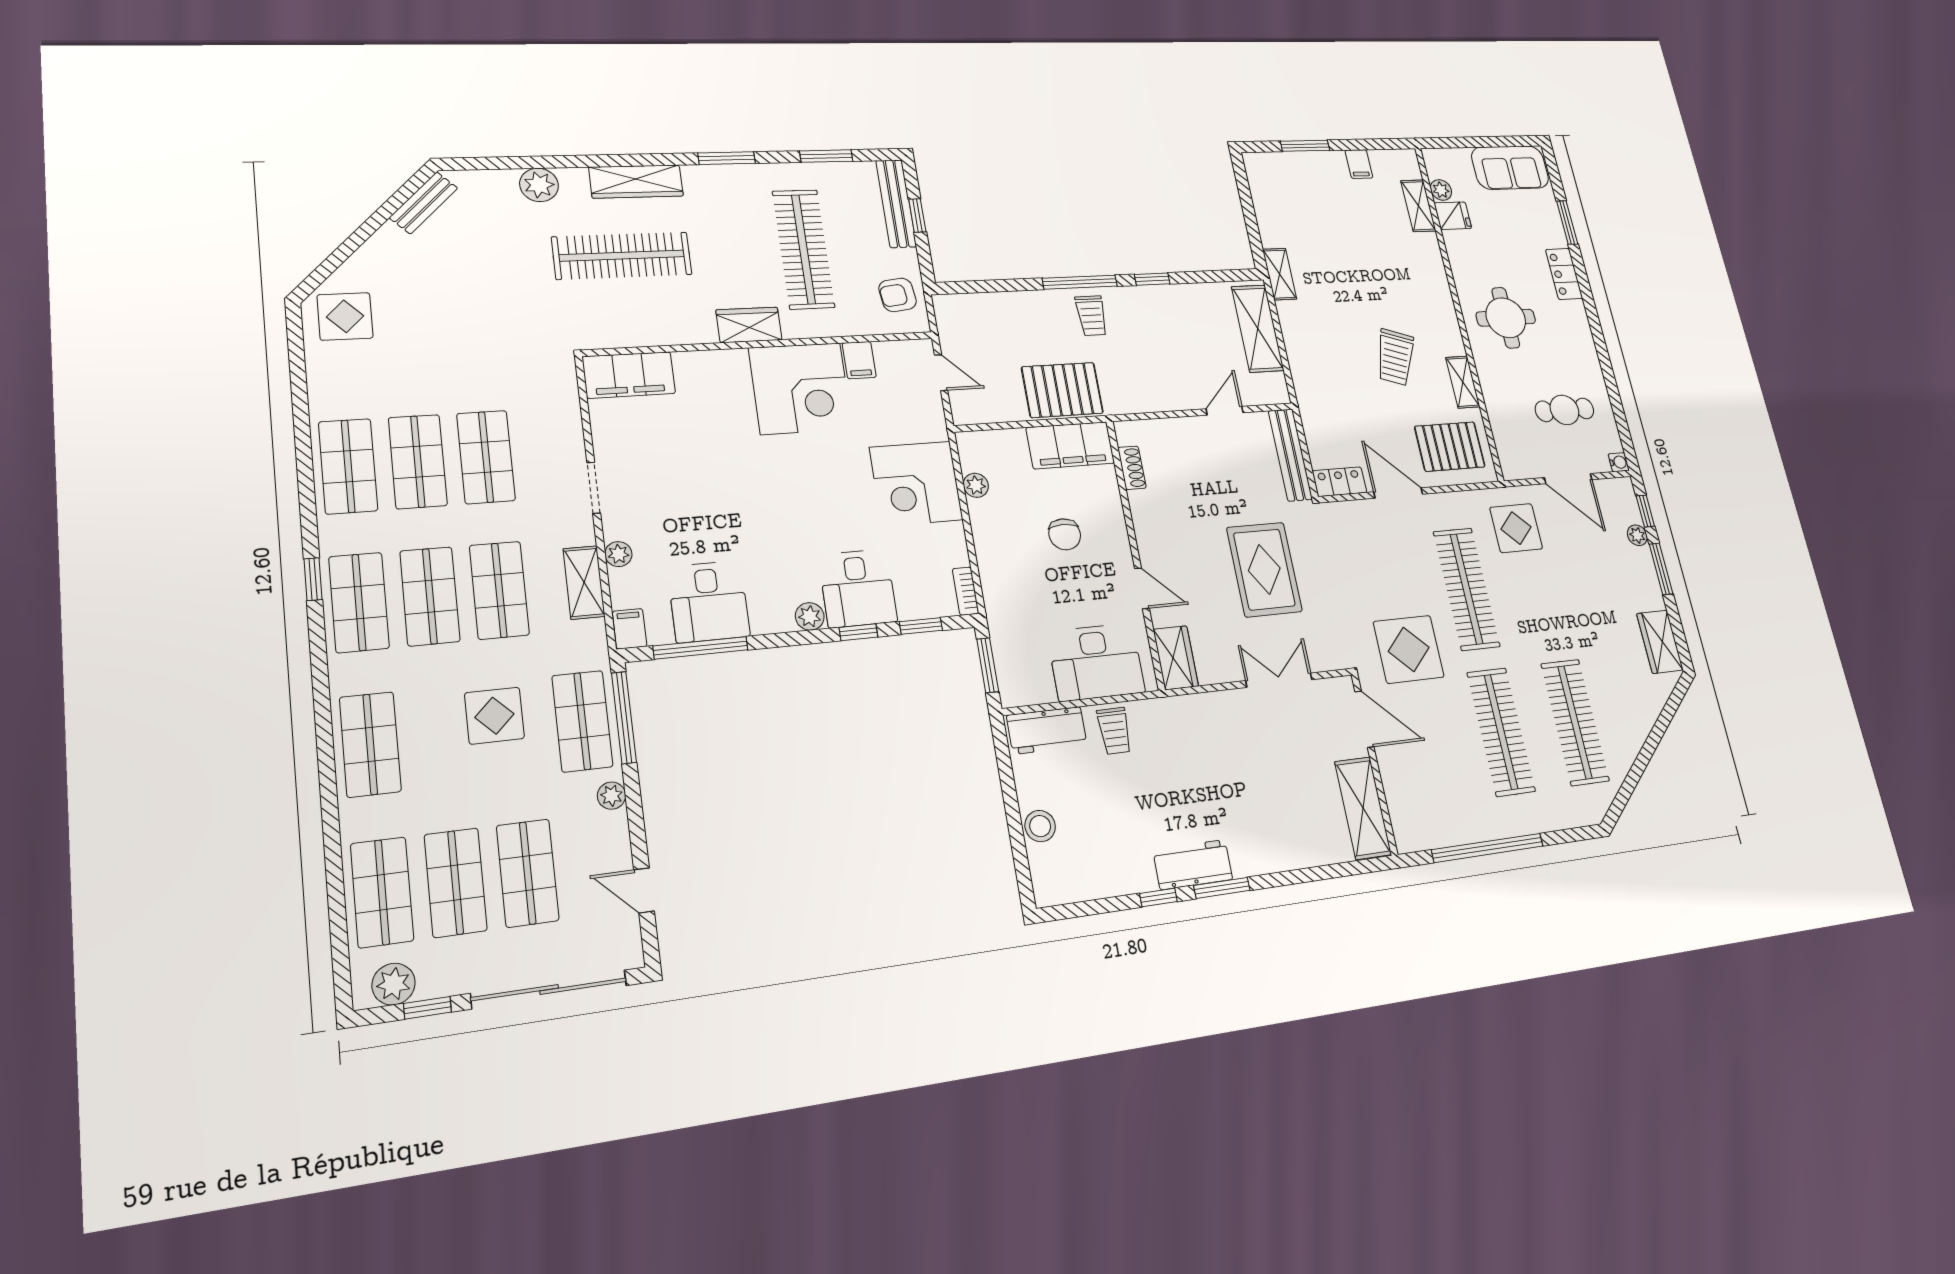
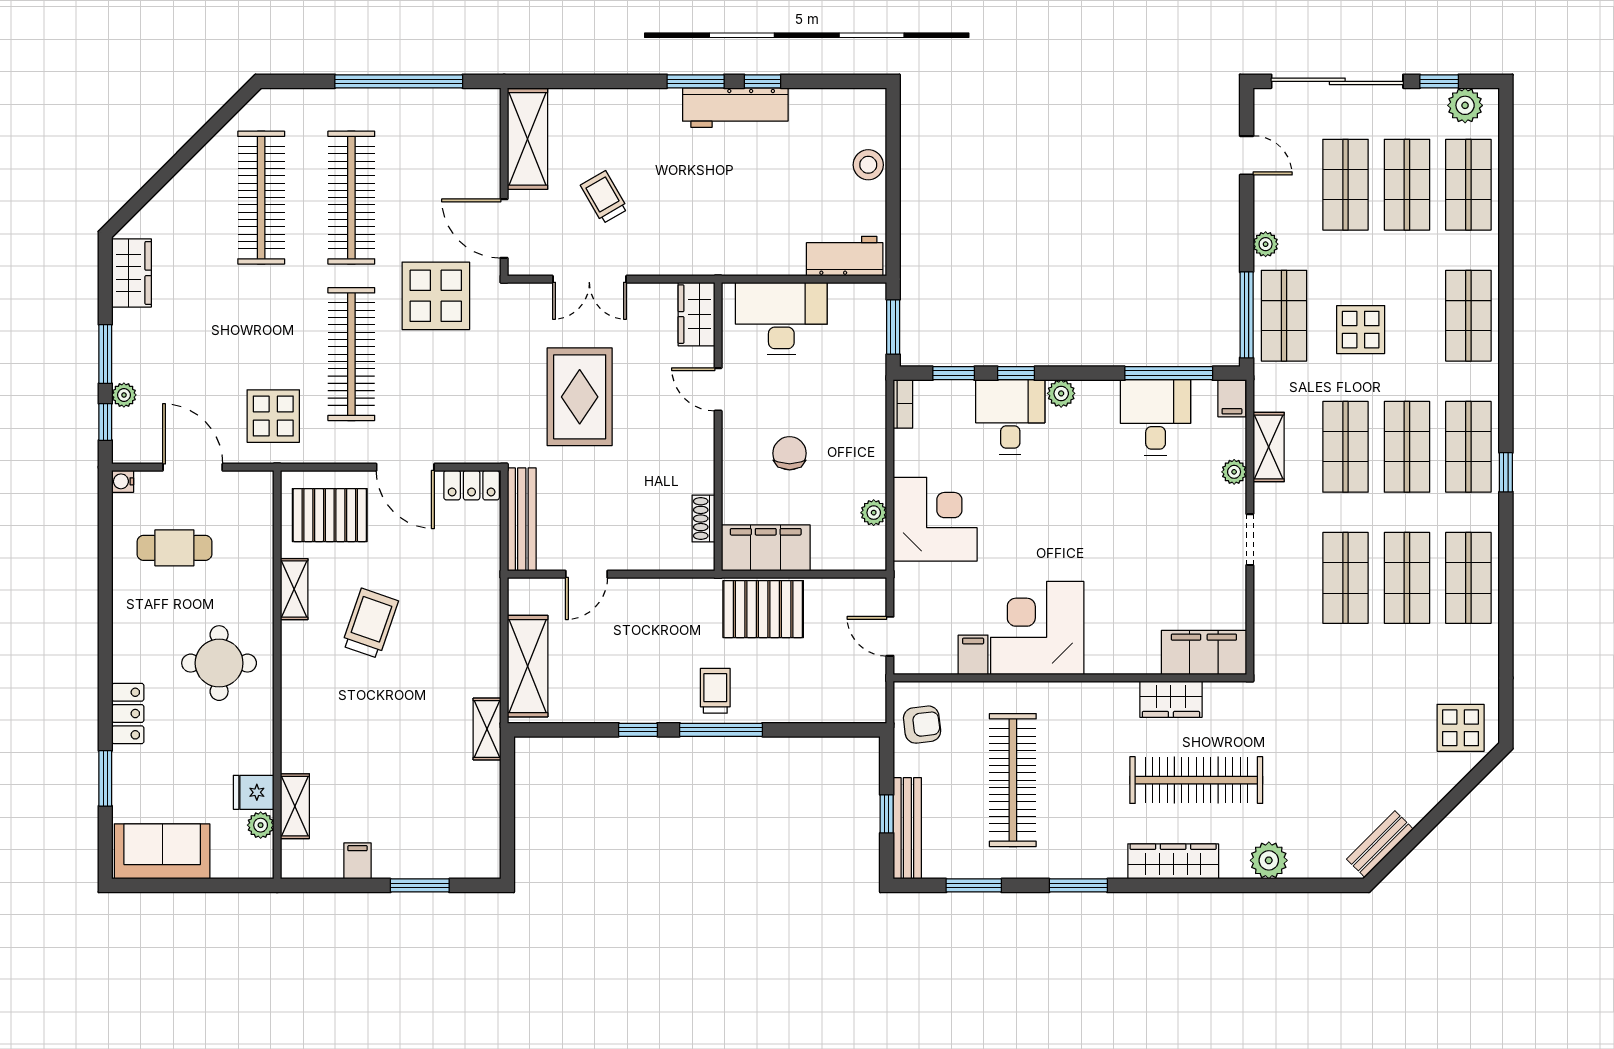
wardrobe: (749, 325) -> (1171, 699), moved
trolley: (1114, 731) -> (604, 197), moved, turned -30
workbench: (1193, 865) -> (735, 108), width x1.37

